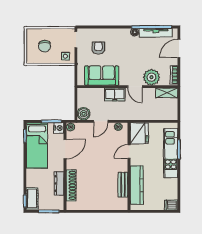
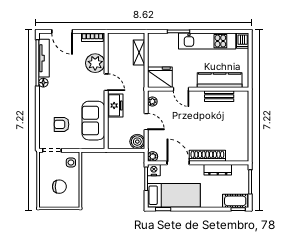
door: (135, 87) -> (106, 82), hinge flipped
shelving: (167, 93) -> (139, 53), moved
kitchen unit: (171, 153) -> (207, 41), moved
shoe rack: (71, 185) -> (207, 156), moved

